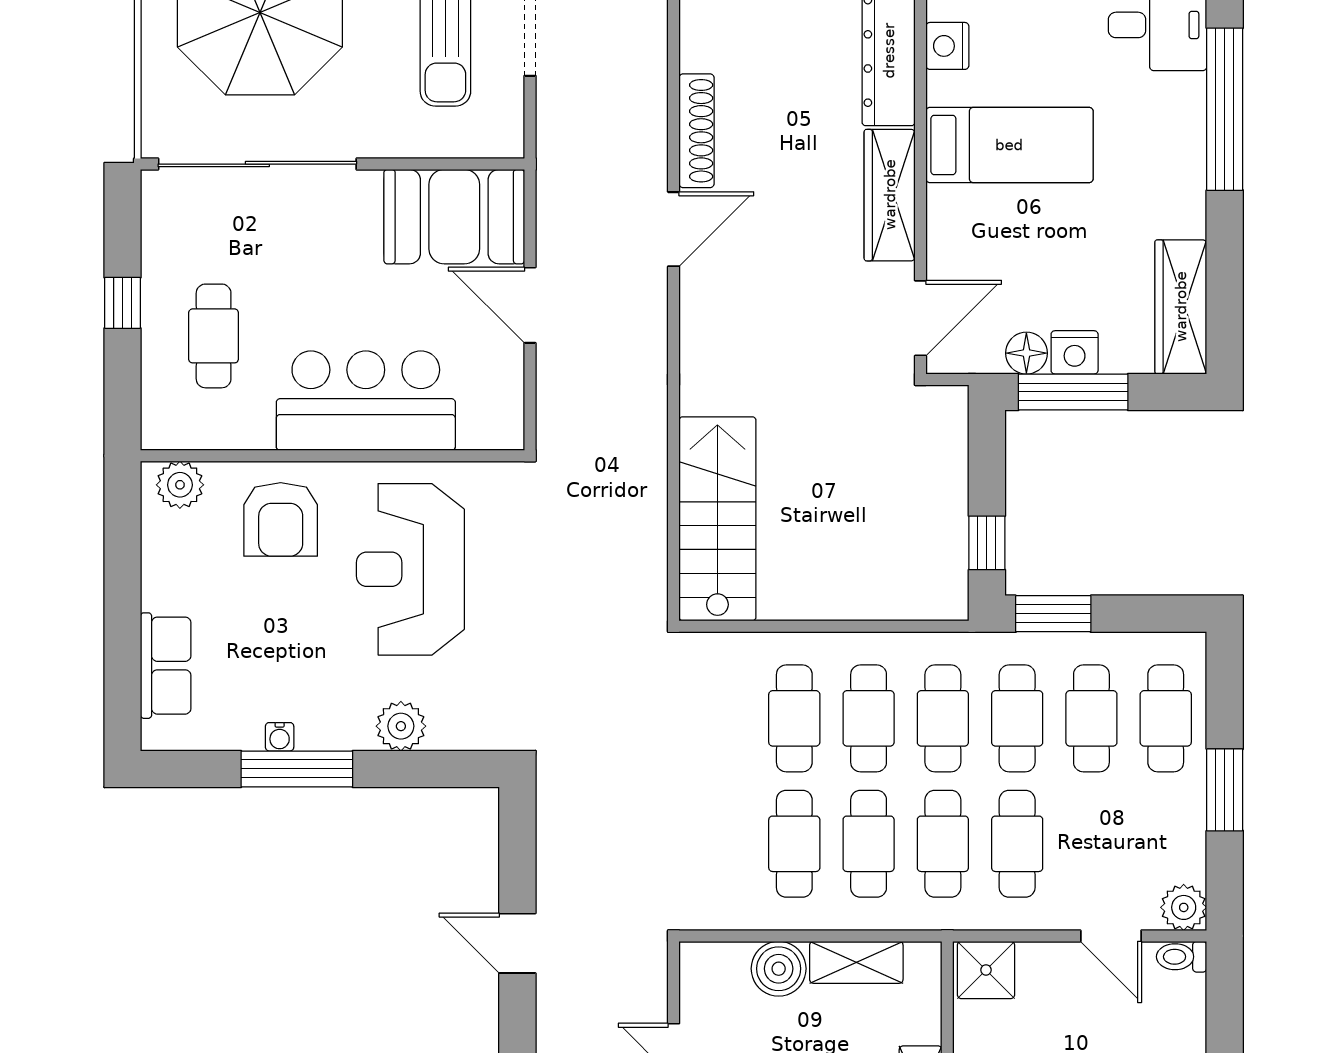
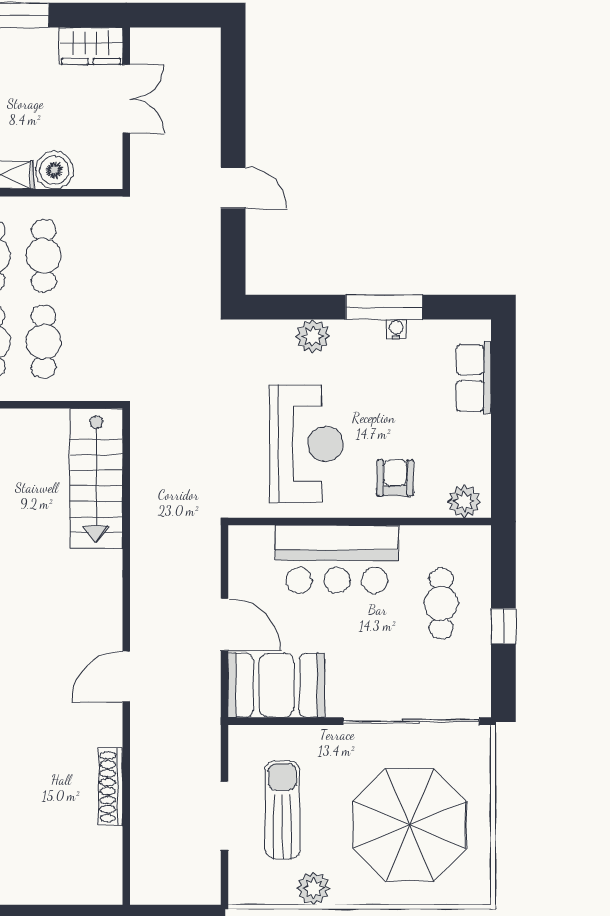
shoe rack: (697, 131) -> (111, 787), moved
armchair: (281, 519) -> (395, 478), width x0.72, depth x0.72

